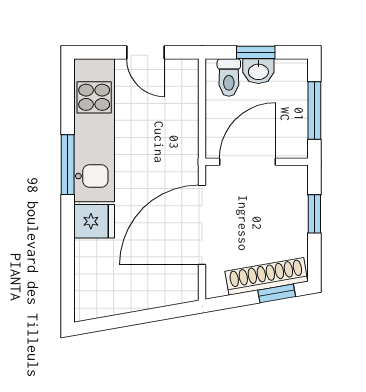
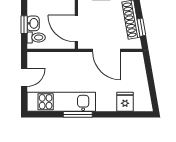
fridge: (94, 221) -> (125, 102), moved
door: (202, 225) -> (107, 50), width x0.73
window: (277, 293) -> (141, 27), moved

